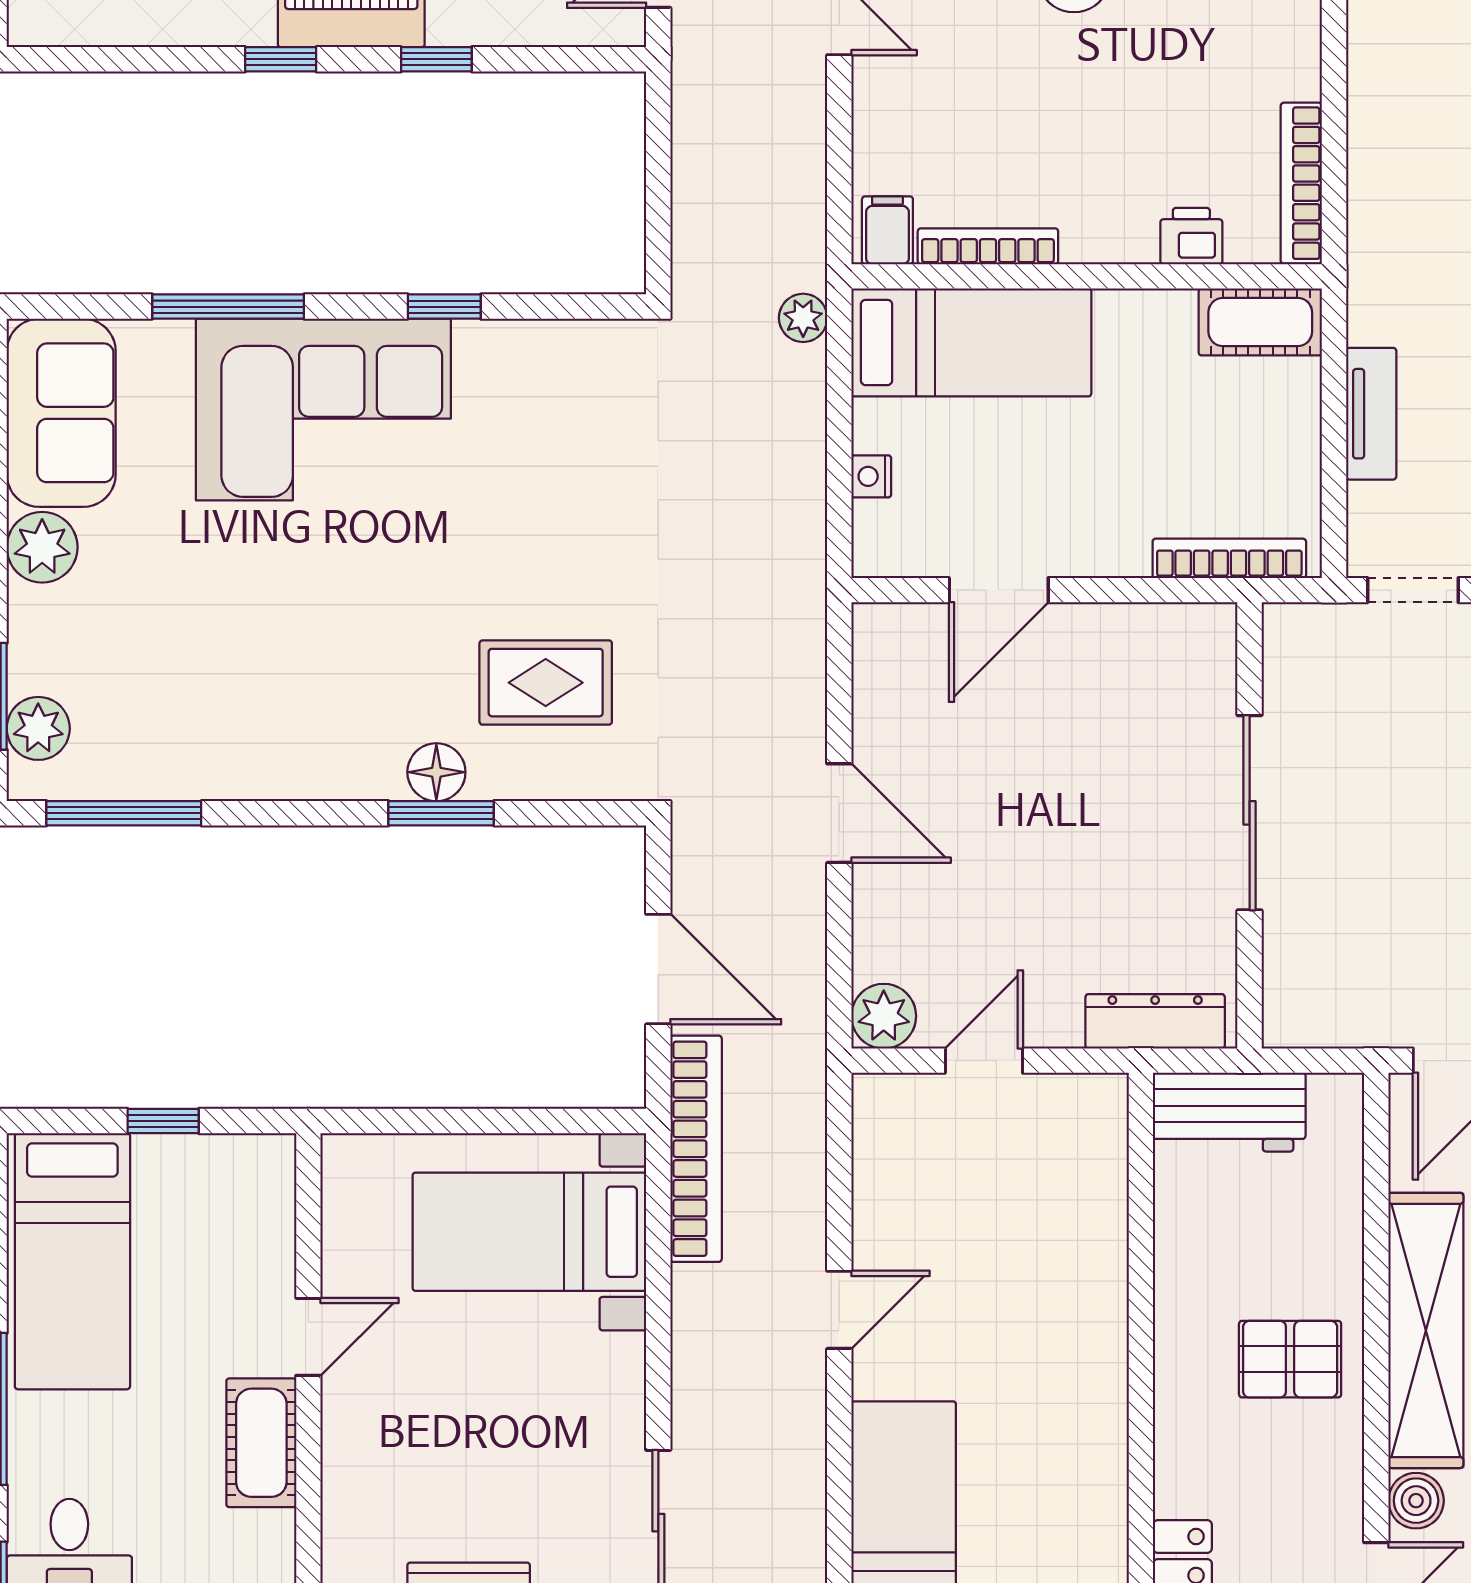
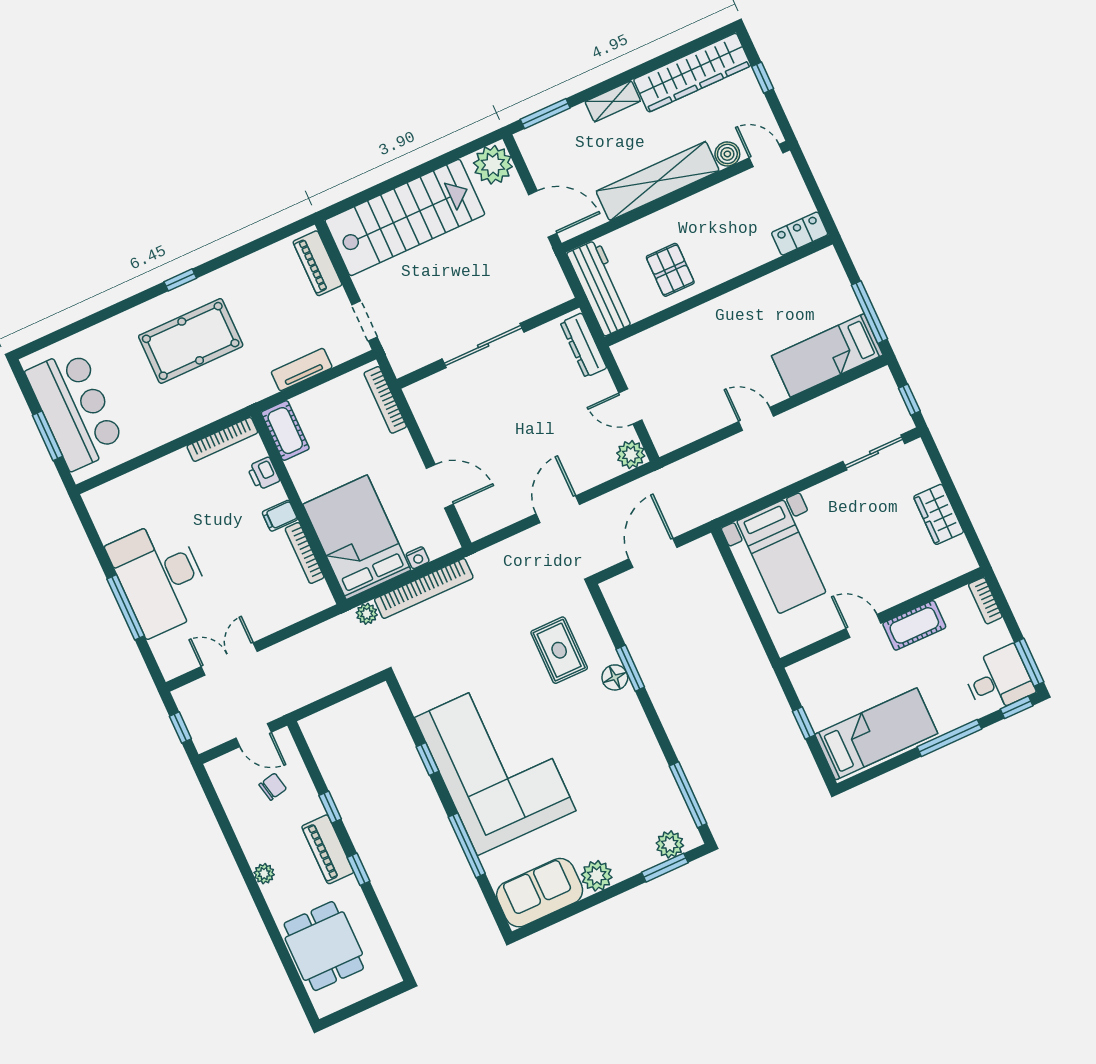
filing cabinet: (887, 230) -> (280, 516), moved
bed: (971, 342) -> (357, 537), width x1.50
corner sofa: (323, 410) -> (495, 764), width x1.36, depth x1.36
workbench: (1229, 1112) -> (601, 288), width x1.38
bookcase: (696, 1149) -> (424, 589), moved, turned 180
pallet: (1290, 1359) -> (670, 270), moved

